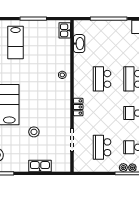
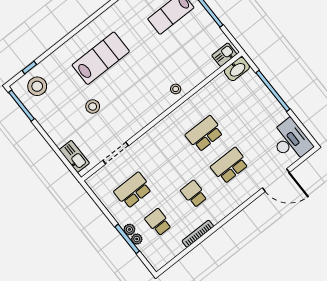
washbasin: (79, 44) -> (237, 69), moved
locker: (78, 107) -> (155, 132), removed
kitchen sink: (40, 166) -> (74, 156), moved

